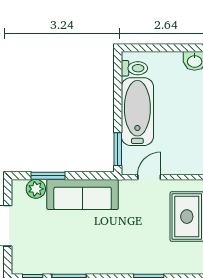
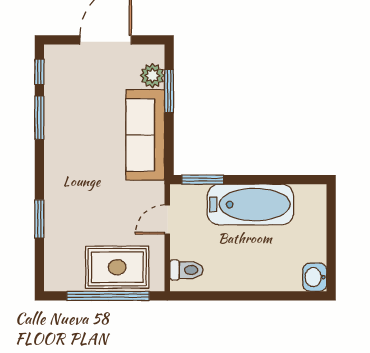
toilet: (134, 68) -> (187, 270), moved, turned -90
door: (149, 177) -> (167, 219), swing flipped

